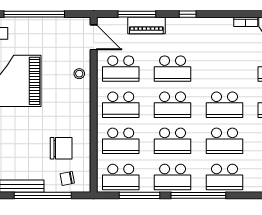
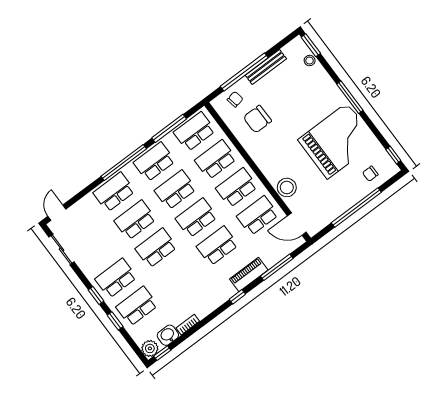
piano: (146, 25) -> (249, 274), moved
stool: (79, 74) -> (287, 187), width x1.89, depth x1.89

